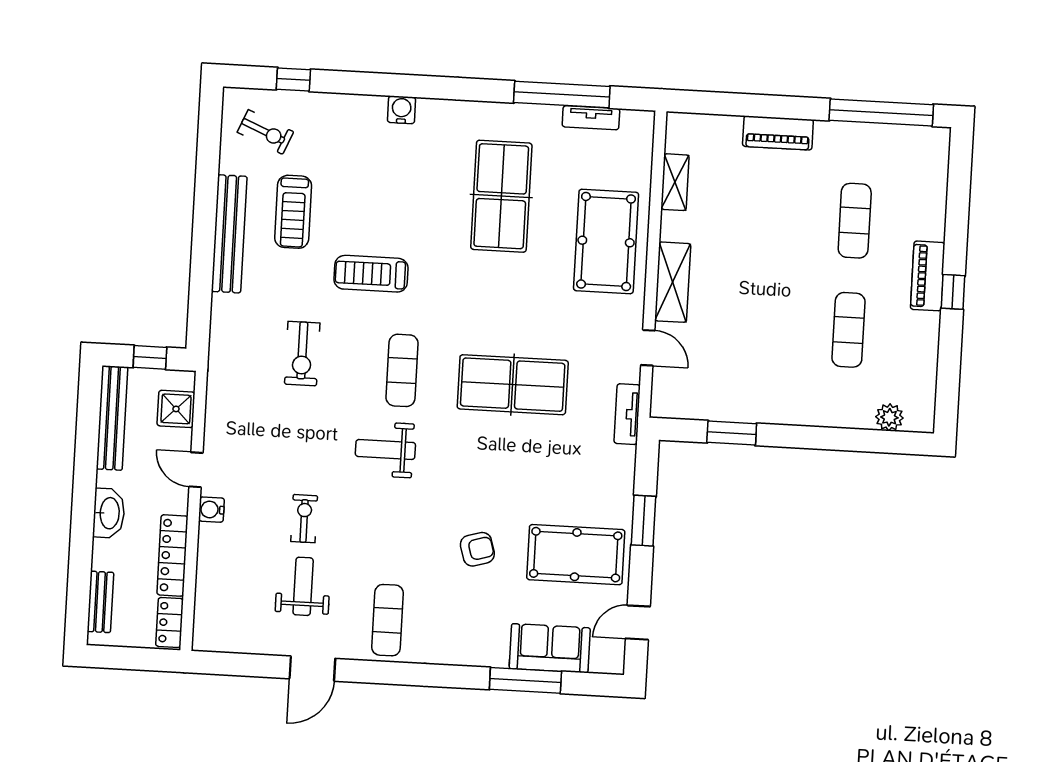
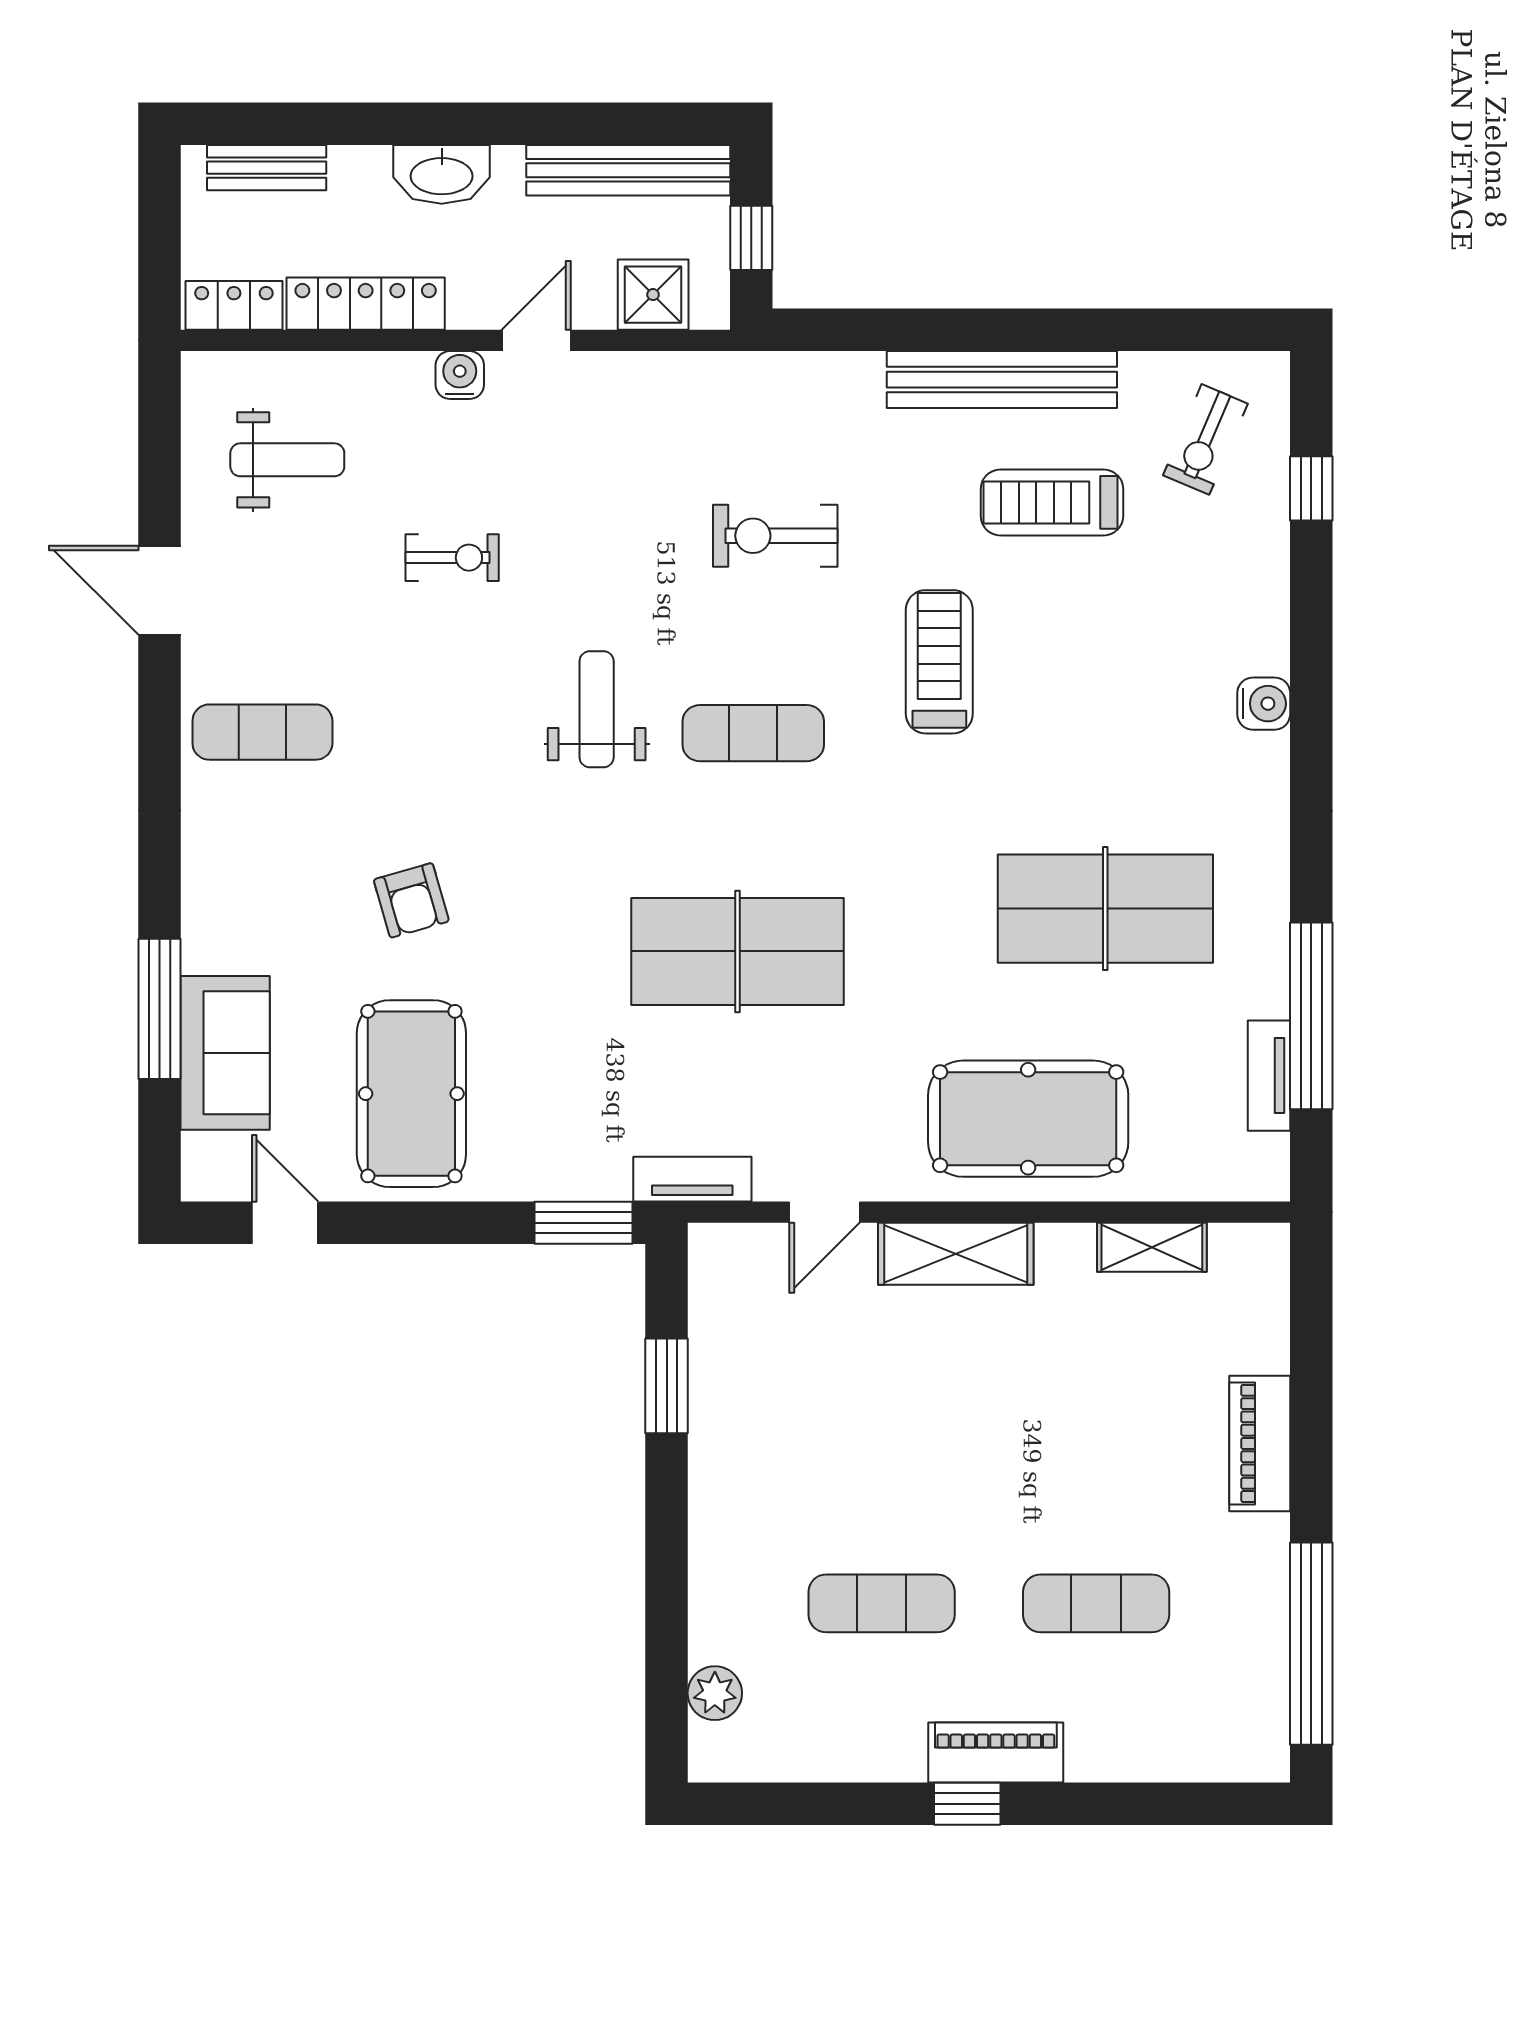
table tennis table: (513, 385) -> (737, 951), turned 90
window: (644, 521) -> (584, 1223), moved
weight bench: (303, 586) -> (287, 460), moved

